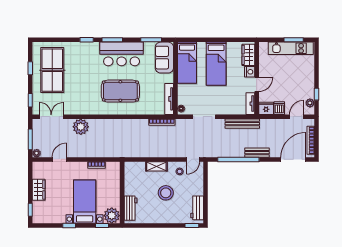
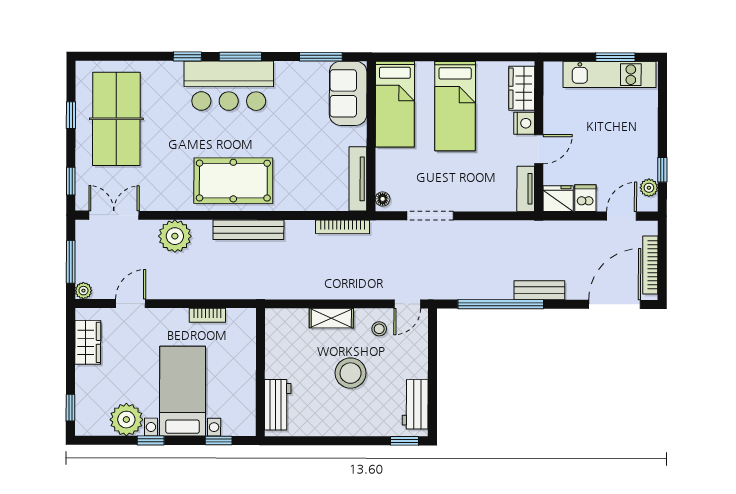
bar counter: (122, 54) -> (229, 86), moved
pool table: (120, 91) -> (233, 181), moved
bench: (242, 124) -> (248, 230), moved
wardrobe: (39, 190) -> (88, 342), moved
plant: (112, 216) -> (126, 420), moved

